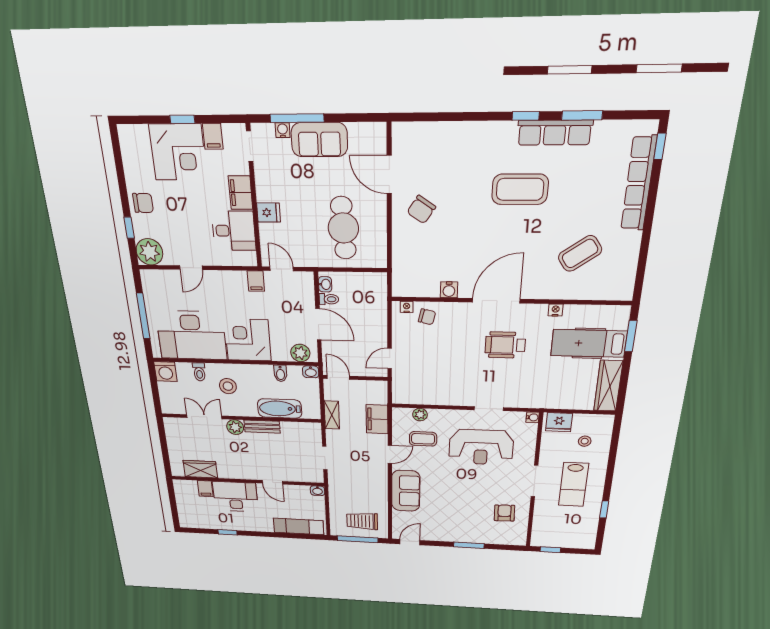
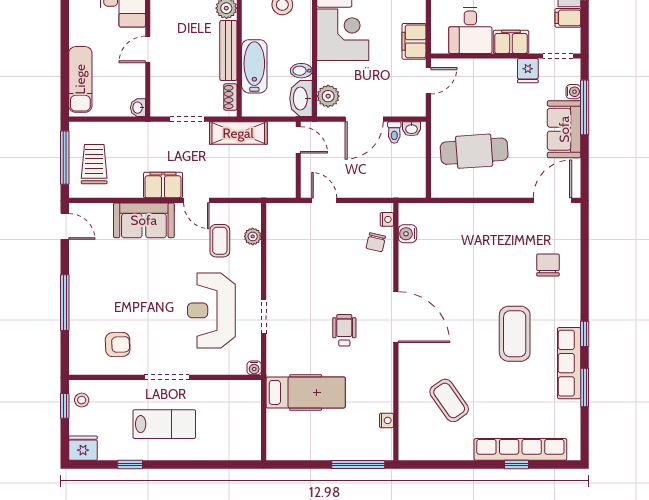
window: (660, 146) -> (516, 464), moved
door: (389, 175) -> (552, 200), moved
chair: (421, 210) -> (548, 265), moved, turned 56
fridge: (268, 212) -> (528, 71), moved
filing cabinet: (256, 281) -> (414, 41), width x2.00
water cooler: (449, 290) -> (407, 234), moved
nightstand: (556, 310) -> (387, 420), moved
window: (631, 336) -> (358, 464), width x1.44
hospital bed: (589, 343) -> (306, 392), moved, turned 90
wheelchair: (505, 345) -> (344, 330), width x0.73, depth x0.73
washbasin: (311, 372) -> (301, 98), width x1.91, depth x1.45
door: (338, 377) -> (298, 140), hinge flipped
wardrobe: (608, 386) -> (298, 448), removed
shelving: (332, 415) -> (238, 133), width x1.50, depth x1.33
filing cabinet: (377, 419) -> (163, 185), moved
fridge: (559, 422) -> (83, 448), moved, turned 90
bench: (262, 427) -> (228, 50), width x1.36
shoe rack: (306, 427) -> (230, 97), added
stool: (585, 441) -> (82, 400), moved
lab bench: (573, 484) -> (164, 424), turned 180
window: (469, 545) -> (65, 303), width x1.44

